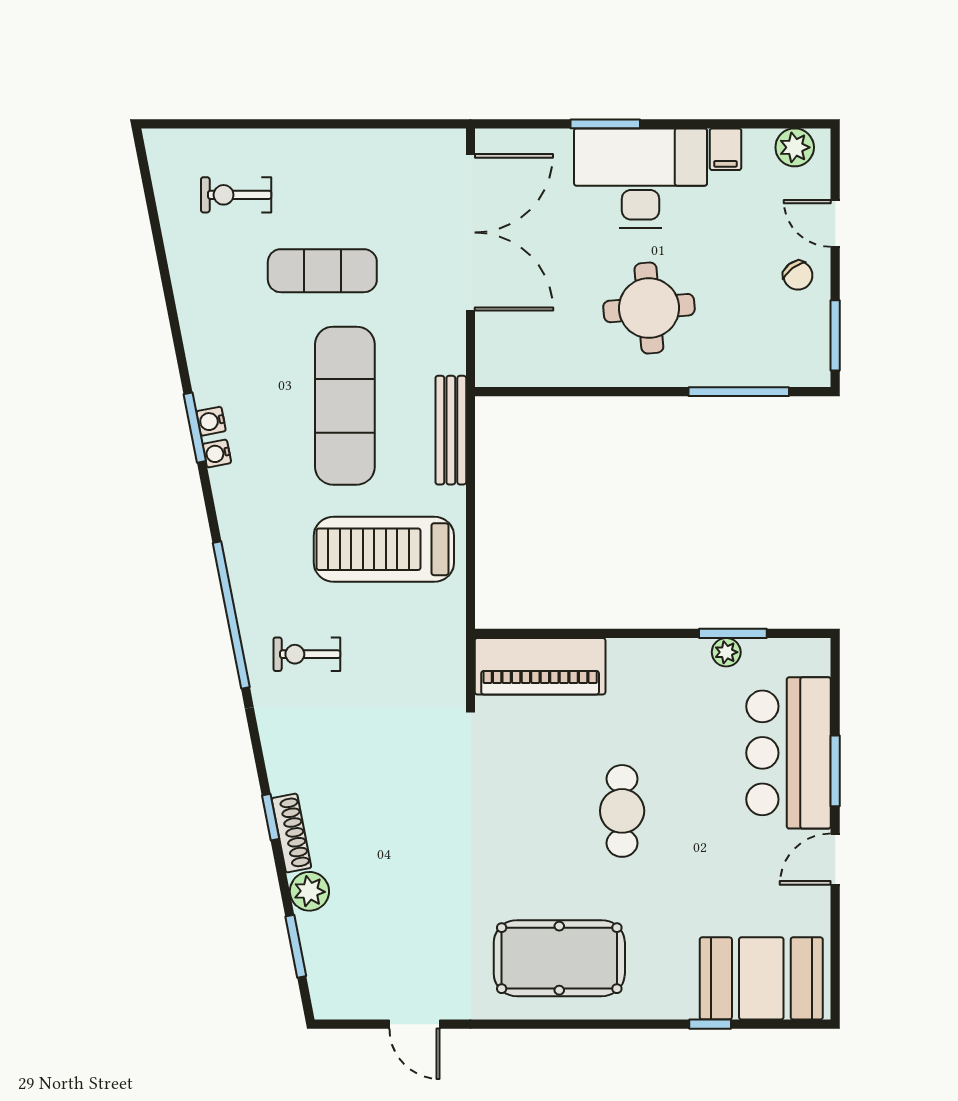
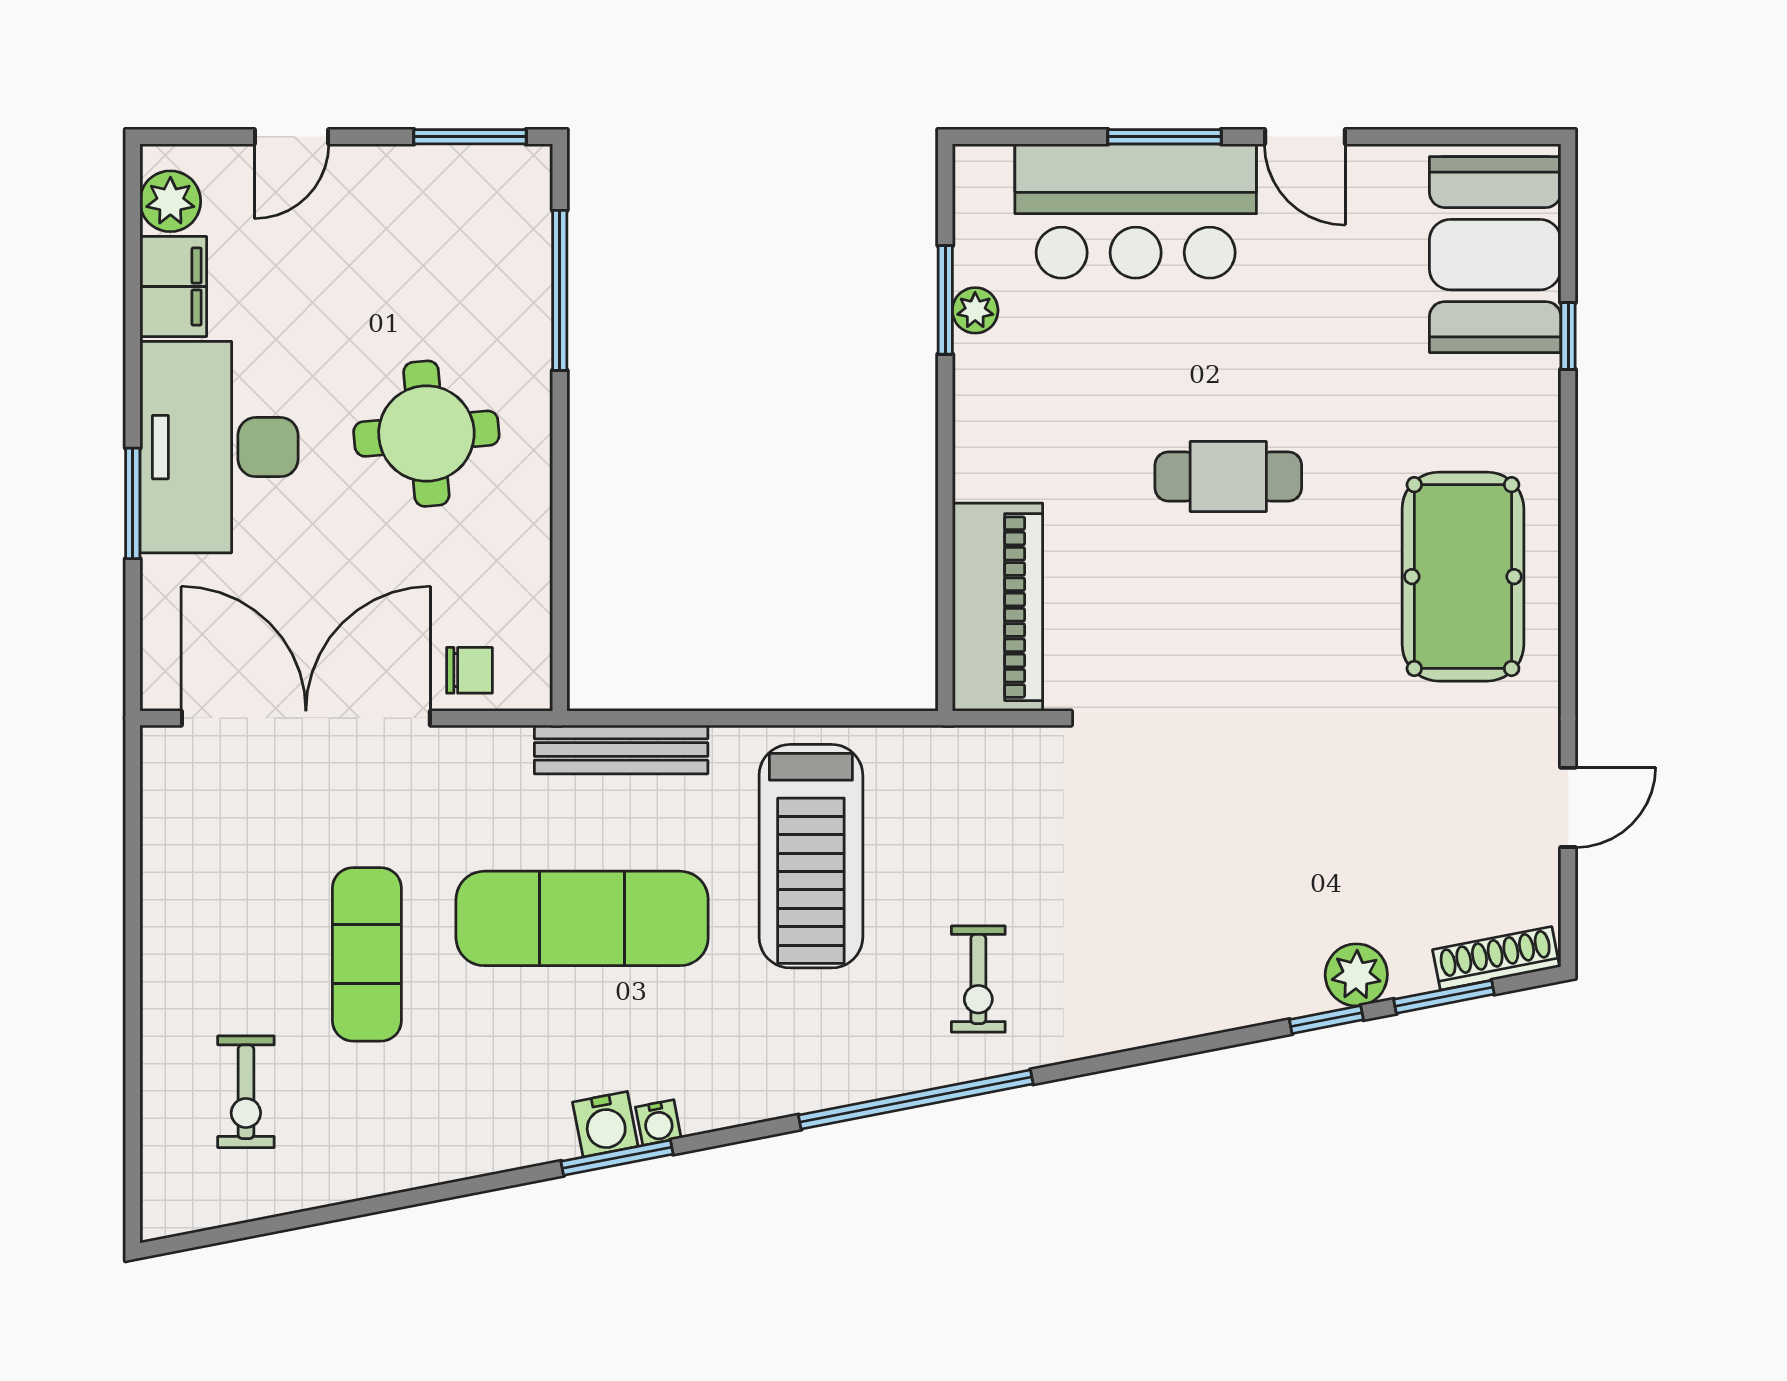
filing cabinet: (725, 149) -> (173, 287), width x2.00
chair: (798, 275) -> (469, 670), moved, turned 37
water cooler: (211, 421) -> (605, 1124), width x1.38, depth x1.38
window: (271, 817) -> (1326, 1020), moved
shoe rack: (291, 833) -> (1496, 958), moved

